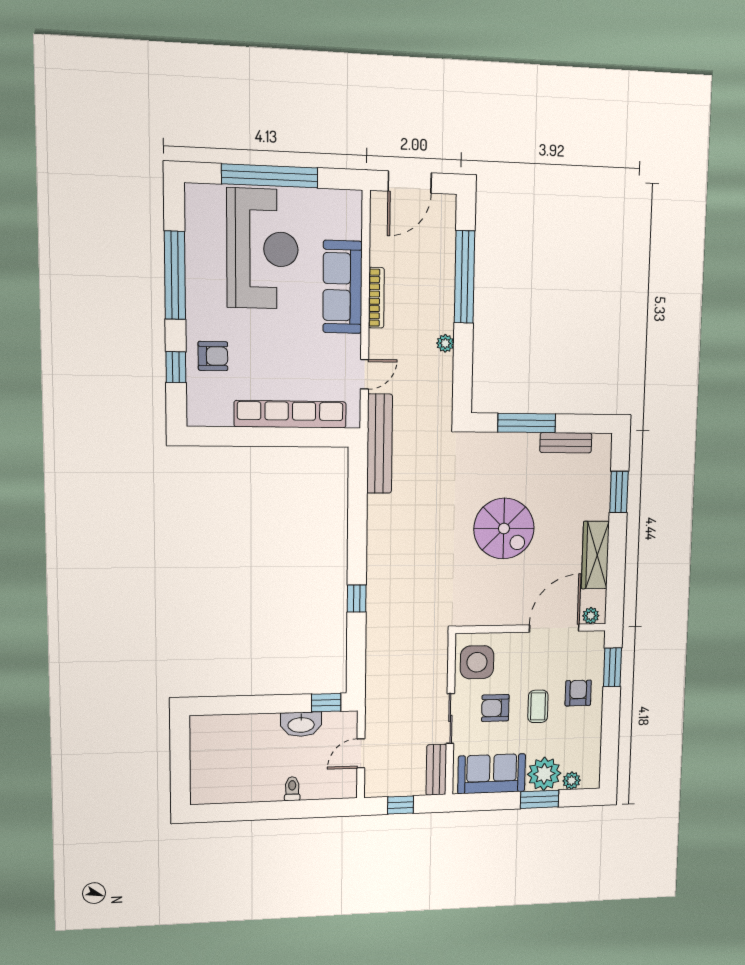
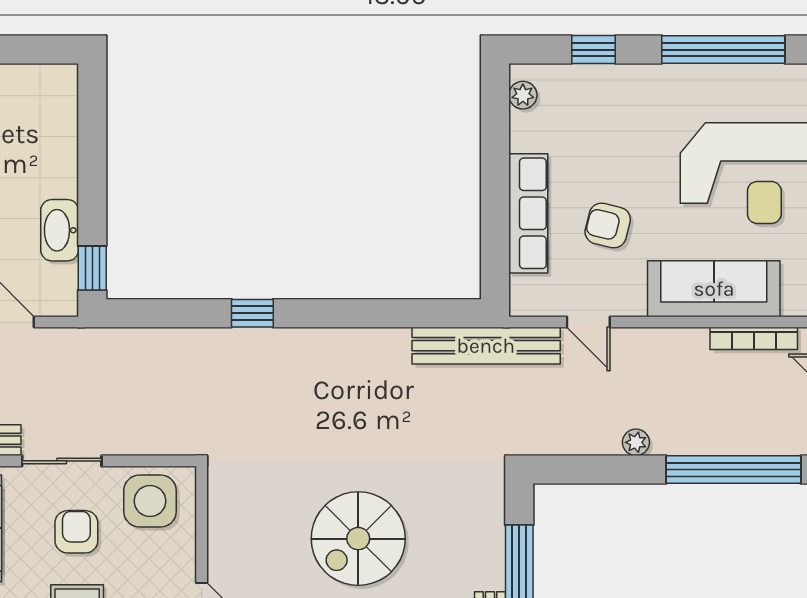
bookcase: (376, 298) -> (754, 338), moved
armchair: (213, 356) -> (608, 226), moved, turned 104
row of seats: (290, 414) -> (528, 213), width x0.73
plant: (208, 417) -> (523, 95), added

